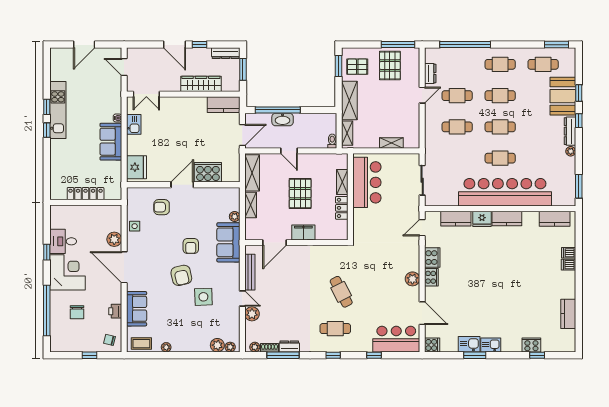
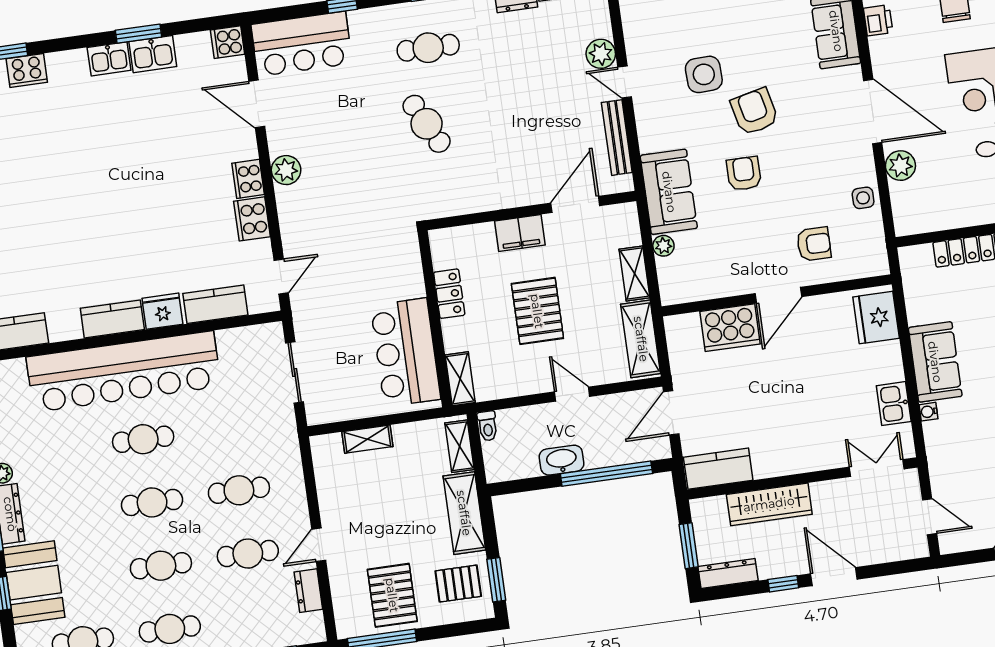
washbasin: (283, 120) -> (562, 460), moved
shelving: (342, 182) -> (460, 379), moved

